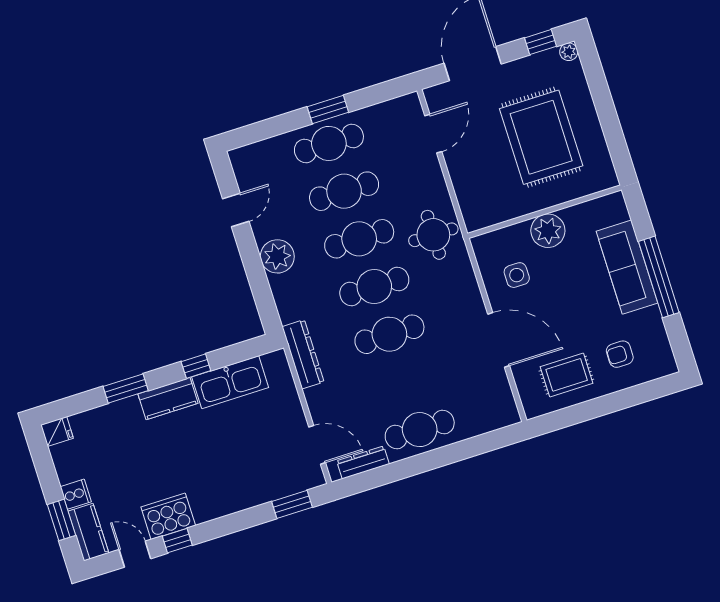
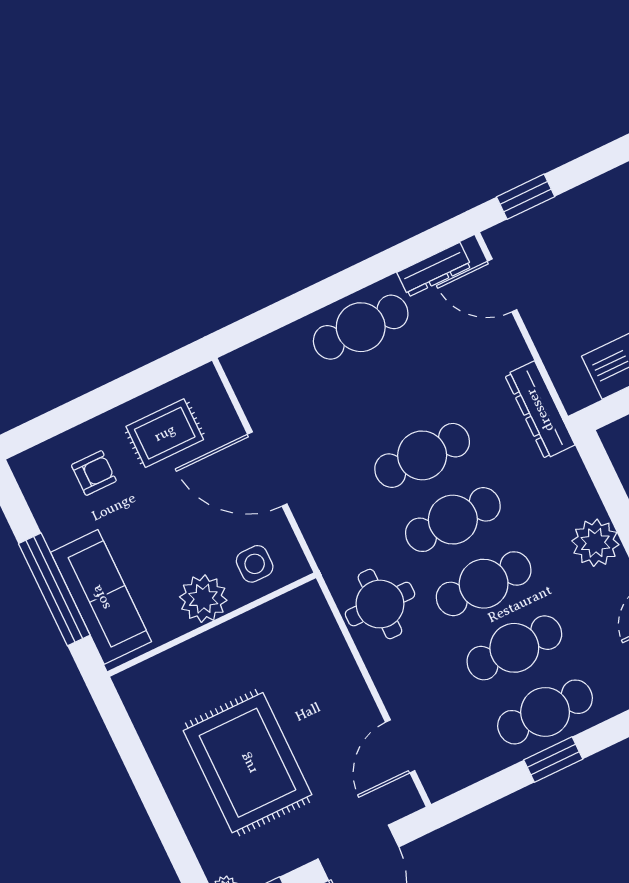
wall: (545, 212) -> (212, 625), moved
plant: (548, 231) -> (203, 599), moved

